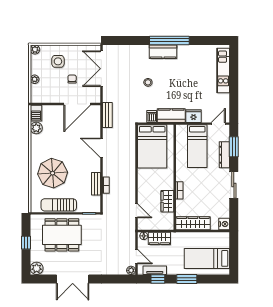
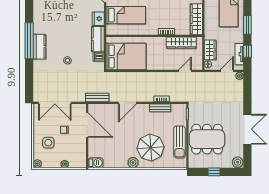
plant: (36, 128) -> (133, 163), moved
wardrobe: (167, 201) -> (181, 43), width x1.50
dining table: (62, 235) -> (207, 139), turned 90

